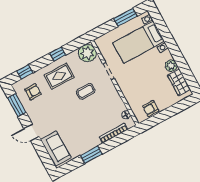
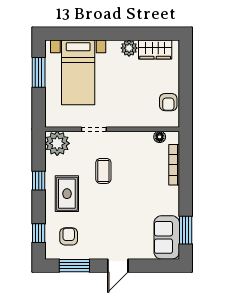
sofa: (56, 149) -> (167, 237), moved, turned -90
window: (91, 155) -> (186, 230), moved

